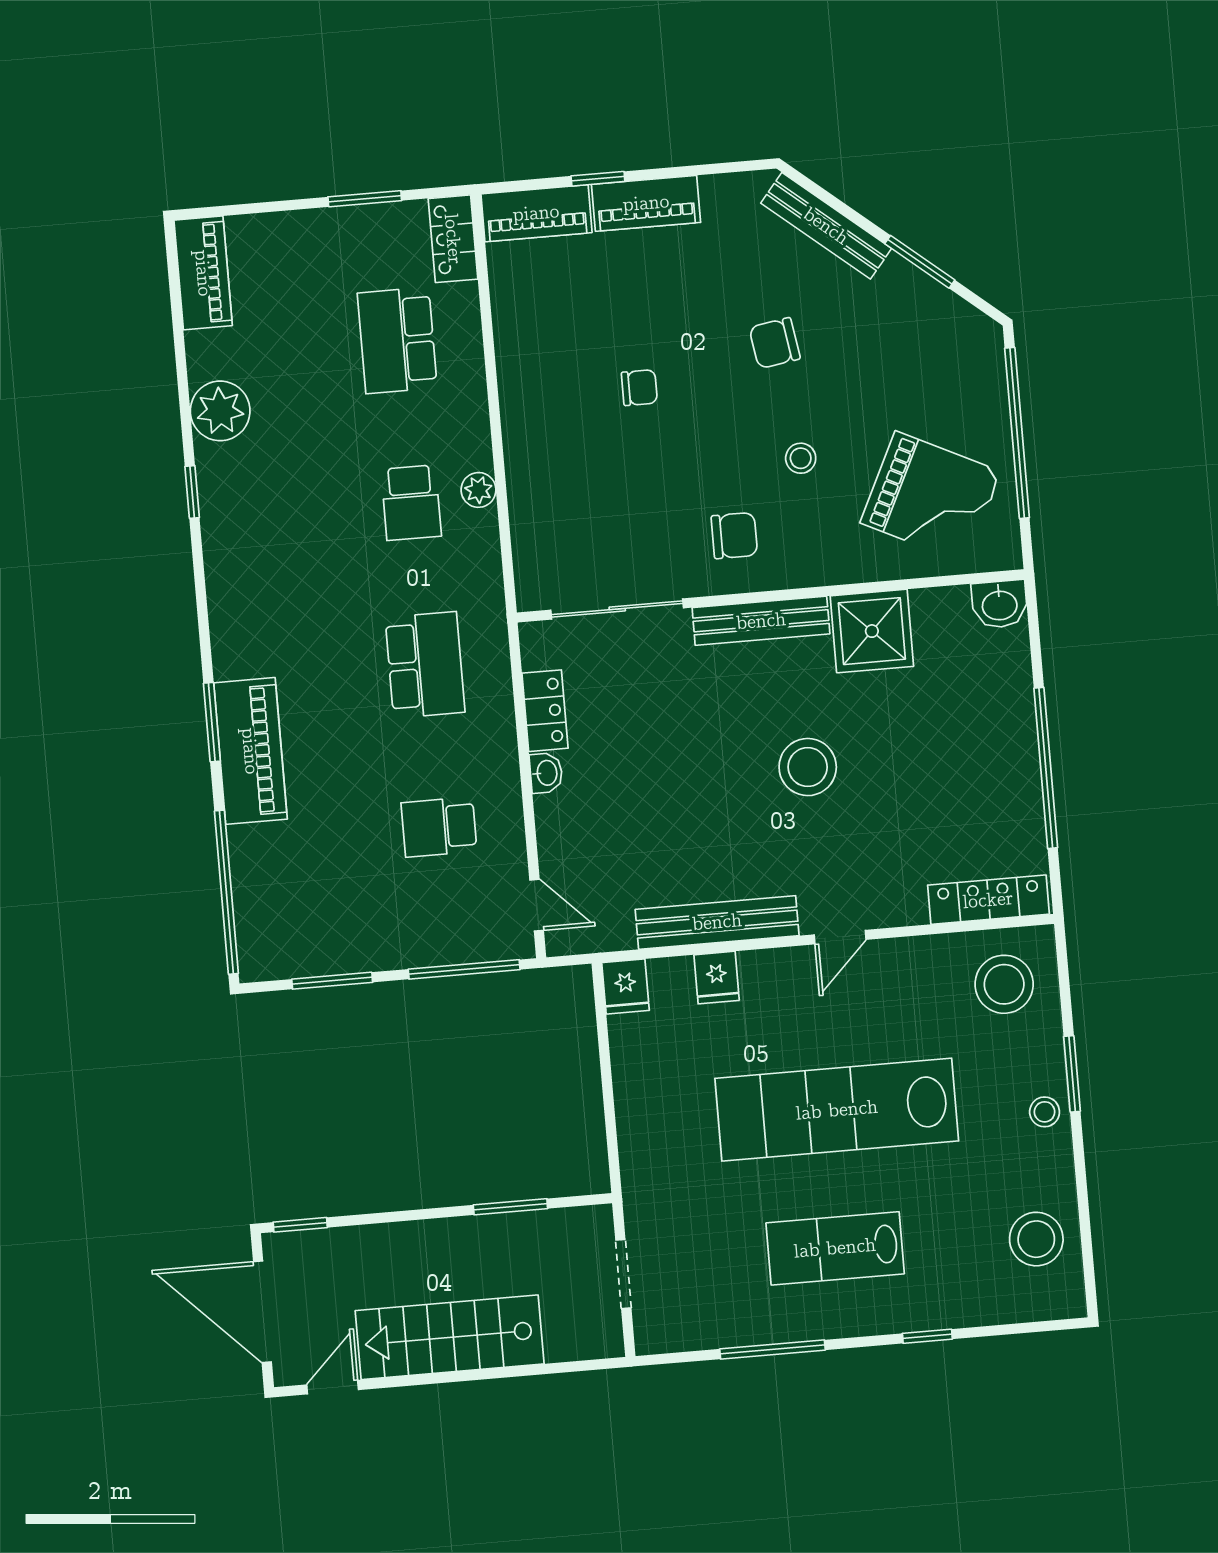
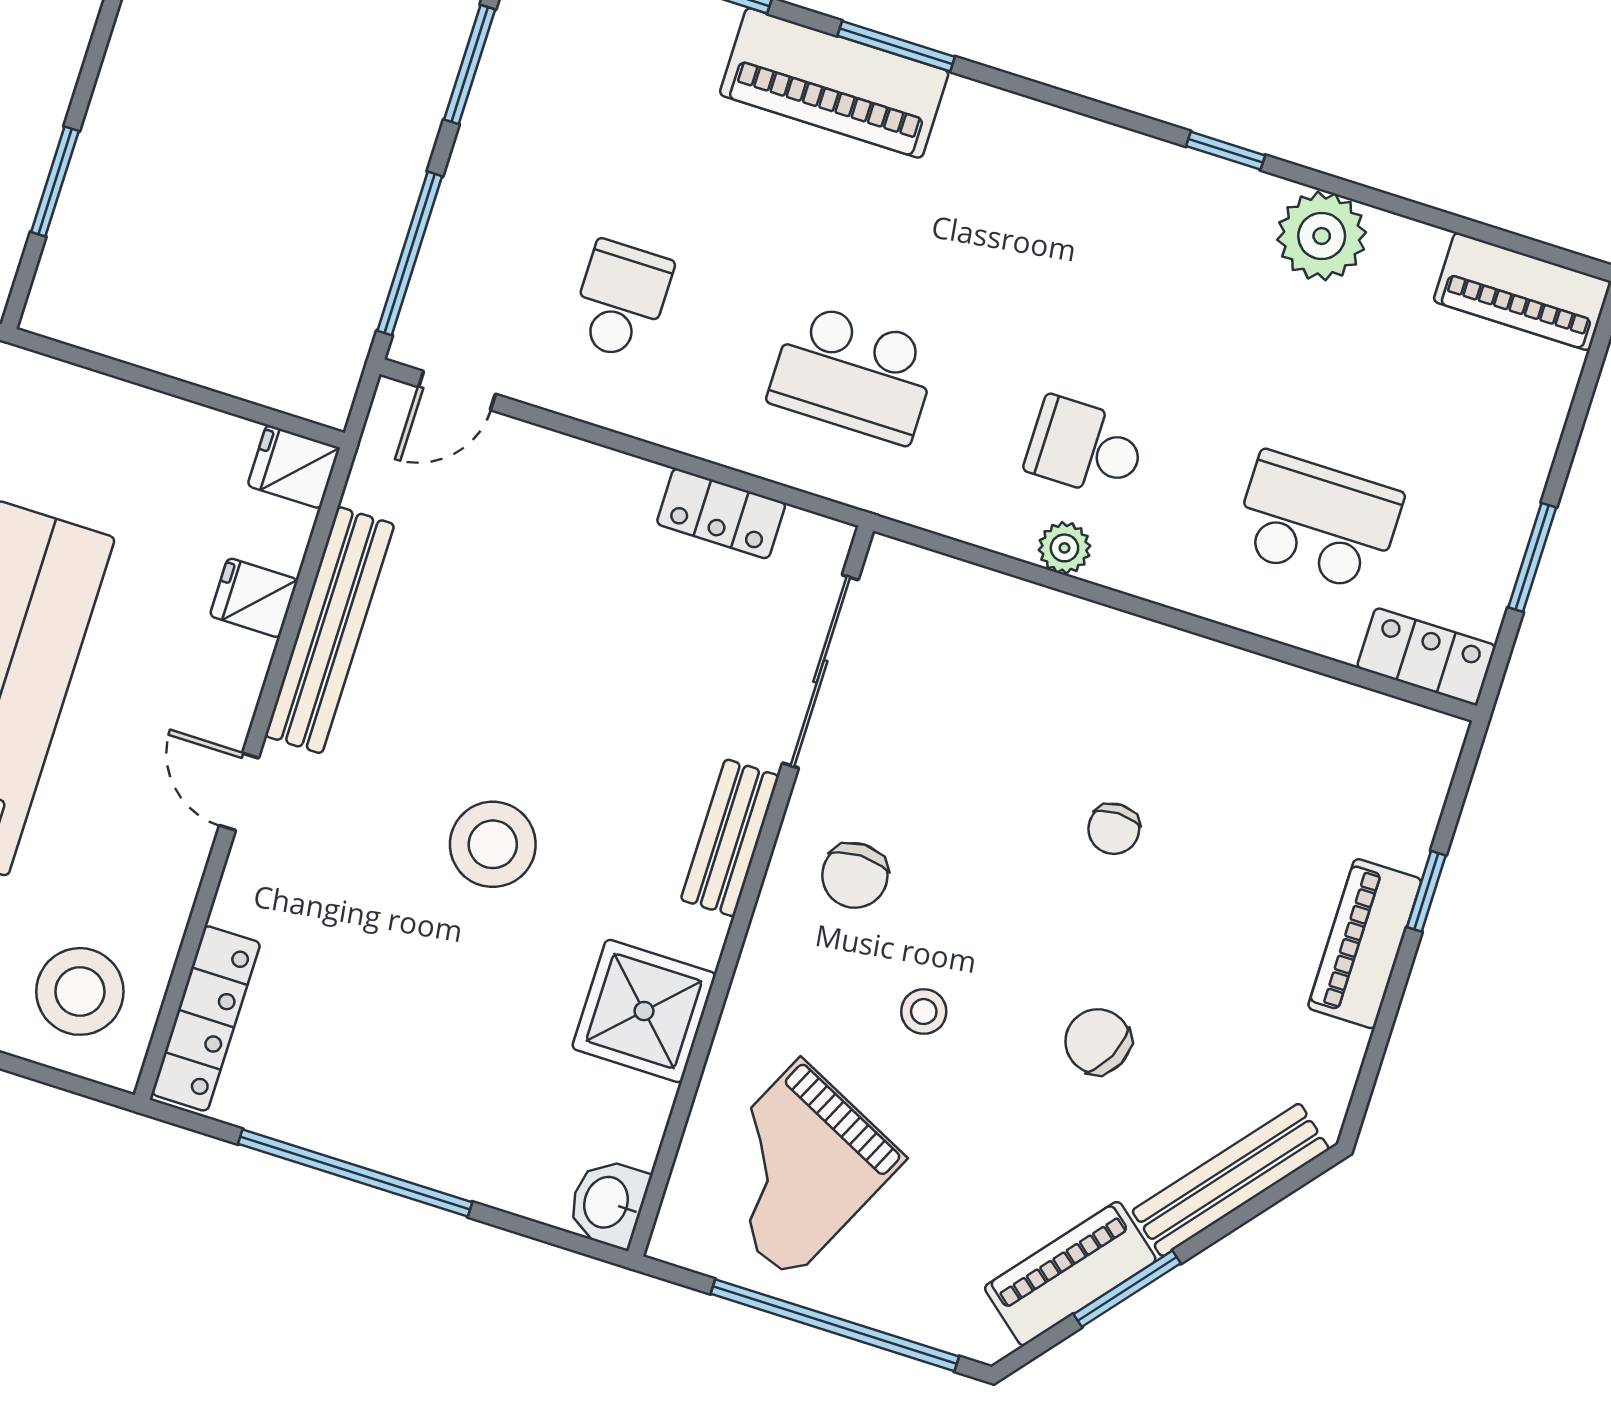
piano: (536, 213) -> (1070, 1274), moved, turned 40
chair: (775, 343) -> (1098, 1041), turned -55
bench: (761, 621) -> (730, 838), width x0.73
washbasin: (546, 773) -> (634, 479), removed

